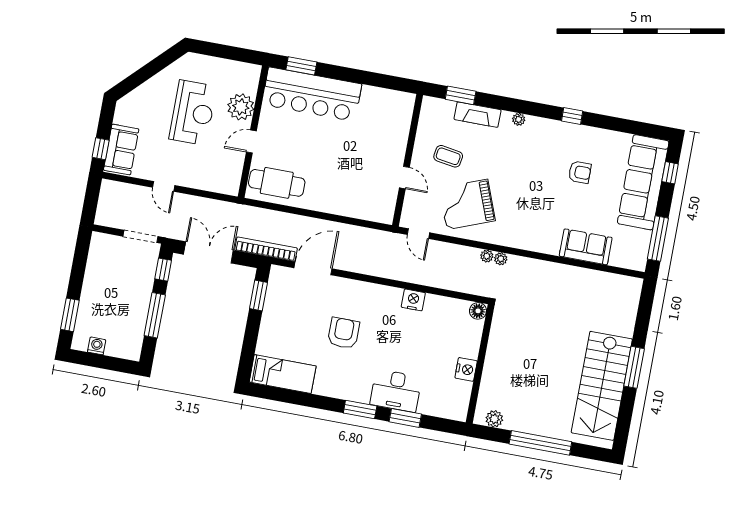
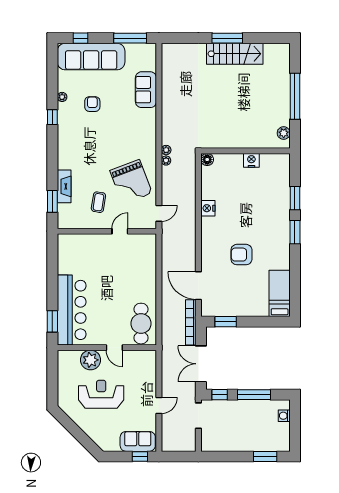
plant: (519, 119) -> (62, 97), moved
washing machine: (97, 346) -> (284, 416), moved
stairs: (602, 386) -> (235, 54), width x0.73, depth x0.66
desk: (396, 391) -> (276, 209), removed

